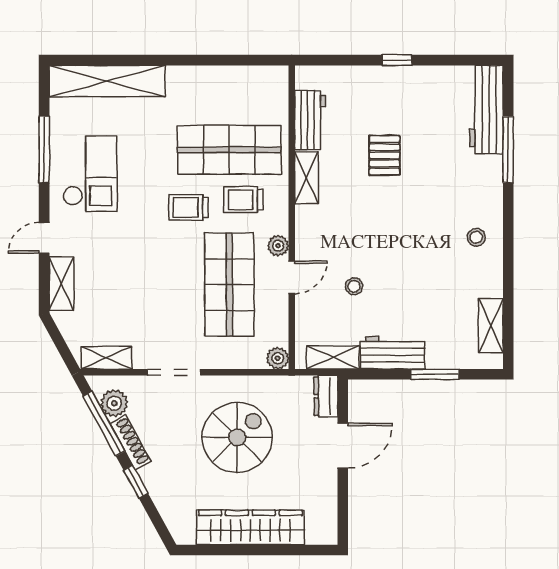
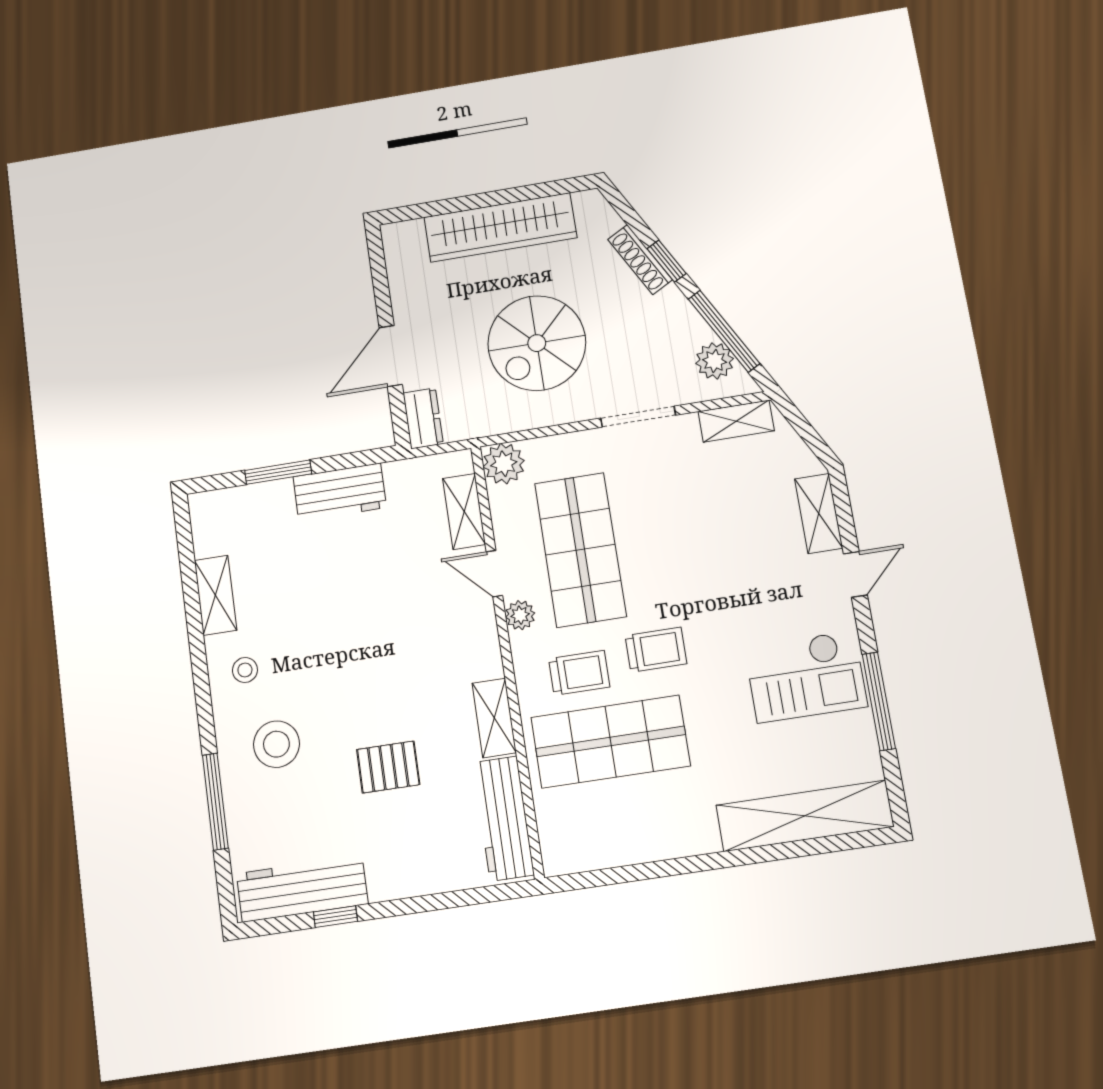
window: (397, 60) -> (335, 917), moved
workbench: (486, 110) -> (302, 889), moved, turned -90
workbench: (310, 120) -> (504, 818), width x1.38
pallet: (384, 155) -> (388, 767), turned 90
checkout: (90, 174) -> (806, 677), turned -90
door: (292, 277) -> (494, 574), hinge flipped
stool: (354, 286) -> (276, 744), moved, width x1.89, depth x1.89
shelving: (491, 326) -> (215, 595), moved
shelving: (333, 357) -> (464, 511), moved, turned 90
plant: (278, 358) -> (504, 464), width x1.38, depth x1.38
shoe rack: (130, 442) -> (640, 260), moved

